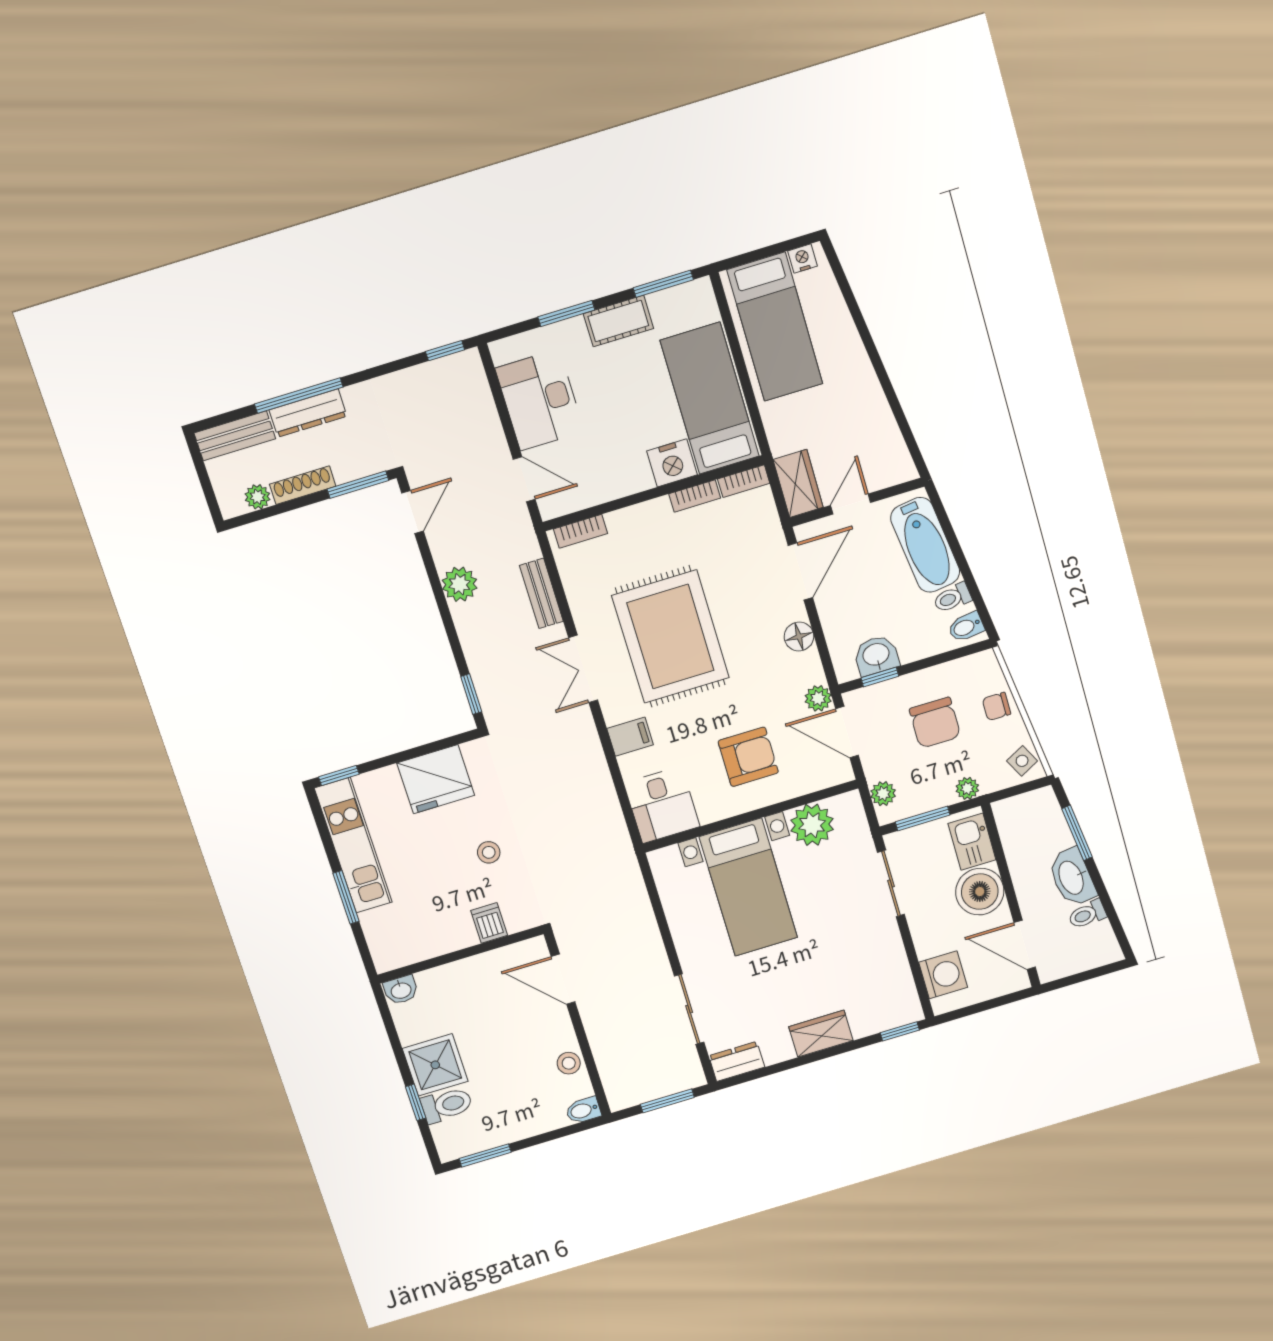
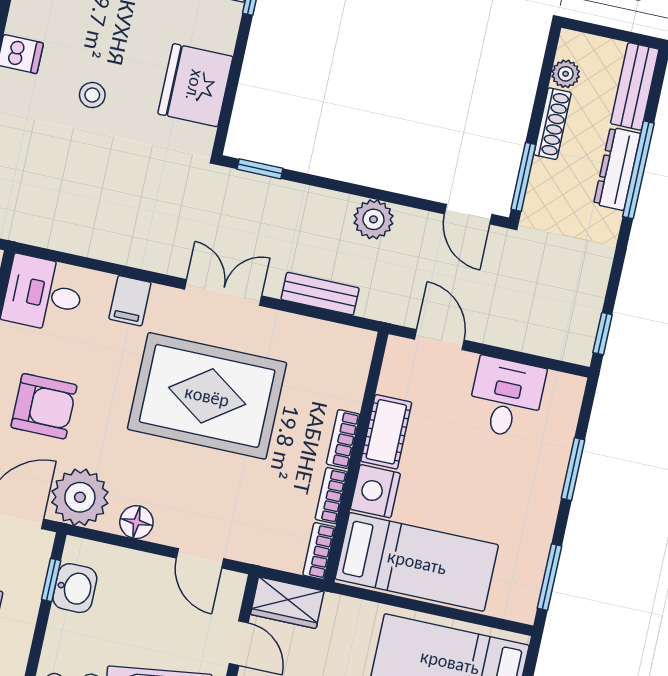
cot: (618, 321) -> (386, 432), moved
desk: (540, 400) -> (506, 398), width x0.73
door: (524, 479) -> (439, 340), swing flipped
bookcase: (581, 531) -> (343, 439), moved
door: (800, 572) -> (200, 558), width x0.73
plant: (818, 698) -> (80, 497), width x1.87, depth x1.87
armchair: (748, 757) -> (44, 406), turned -90

